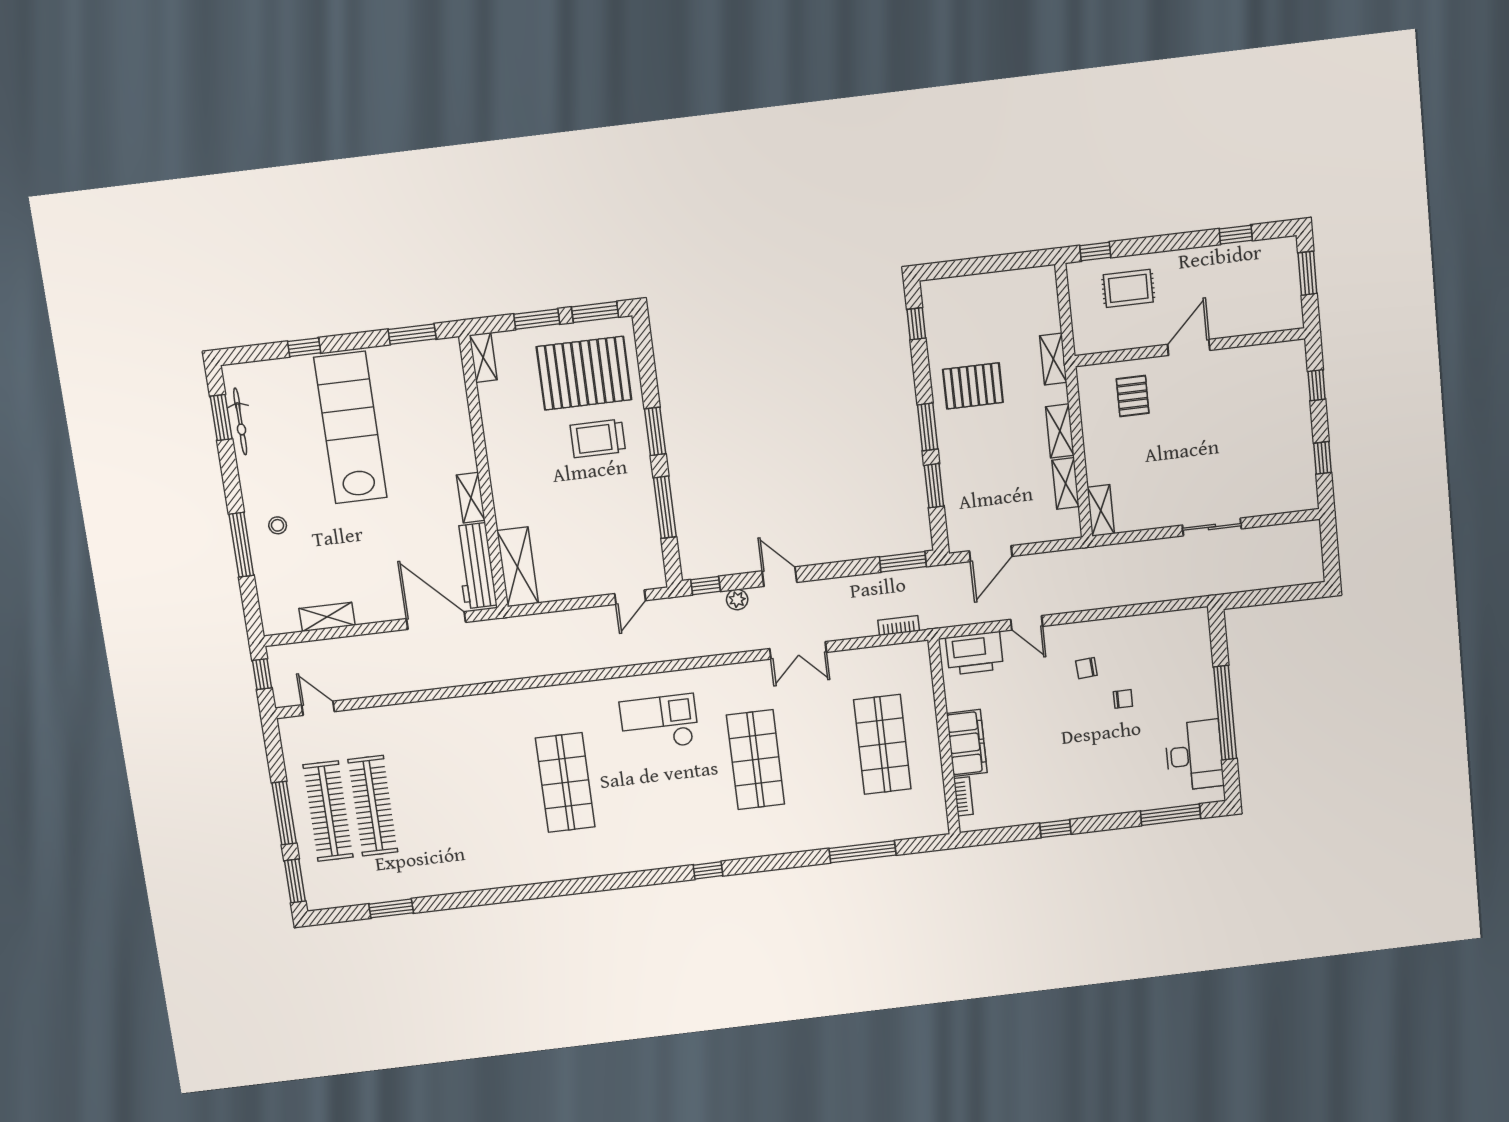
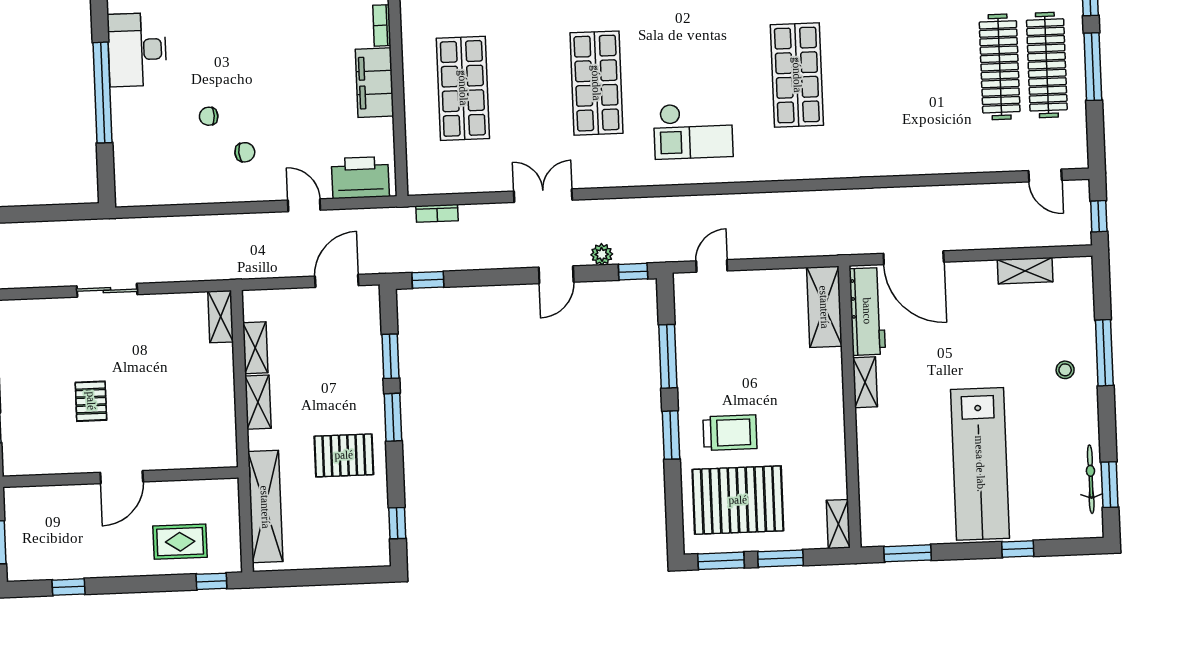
shelving: (1053, 359) -> (265, 507), width x2.20, depth x1.33
pallet: (1133, 396) -> (91, 401), moved
window: (903, 562) -> (428, 280), width x0.67
door: (780, 577) -> (556, 275), hinge flipped

